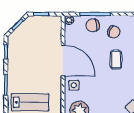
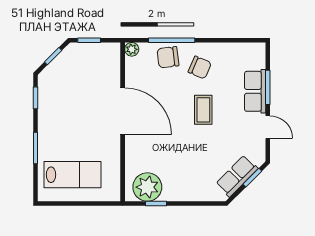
side table: (74, 85) -> (139, 149), removed

